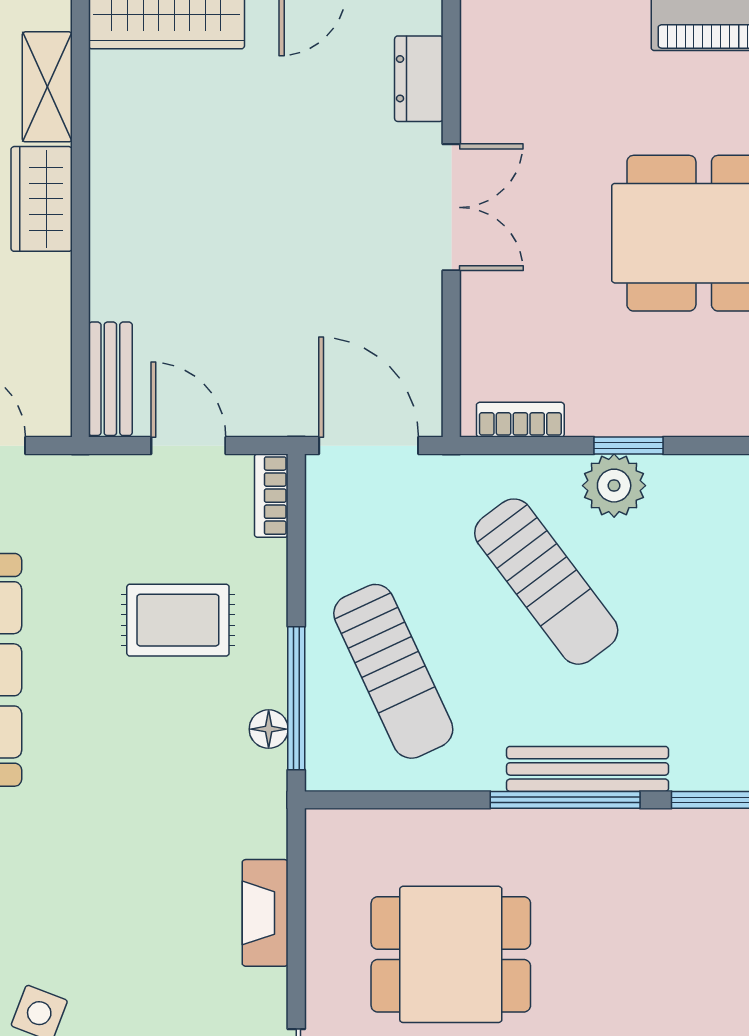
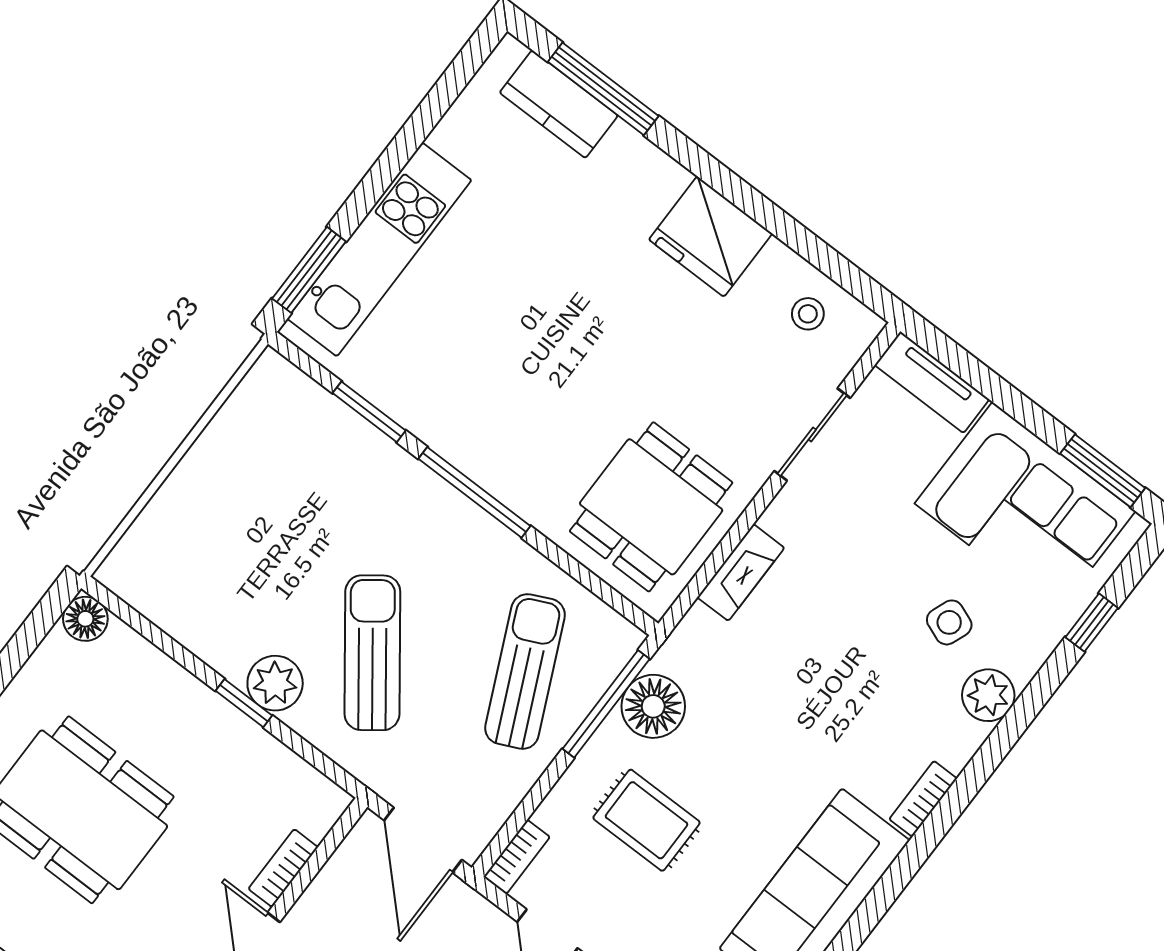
bookcase: (520, 420) -> (283, 868), moved, turned 90
floor lamp: (269, 729) -> (653, 706), width x1.89, depth x1.89
bench: (588, 769) -> (443, 502), removed
dining table: (451, 954) -> (651, 507), moved, turned 90

